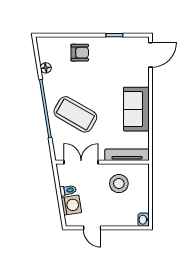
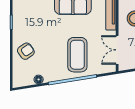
armchair: (80, 53) -> (26, 51), turned 55
coffee table: (75, 114) -> (77, 55), turned -30

